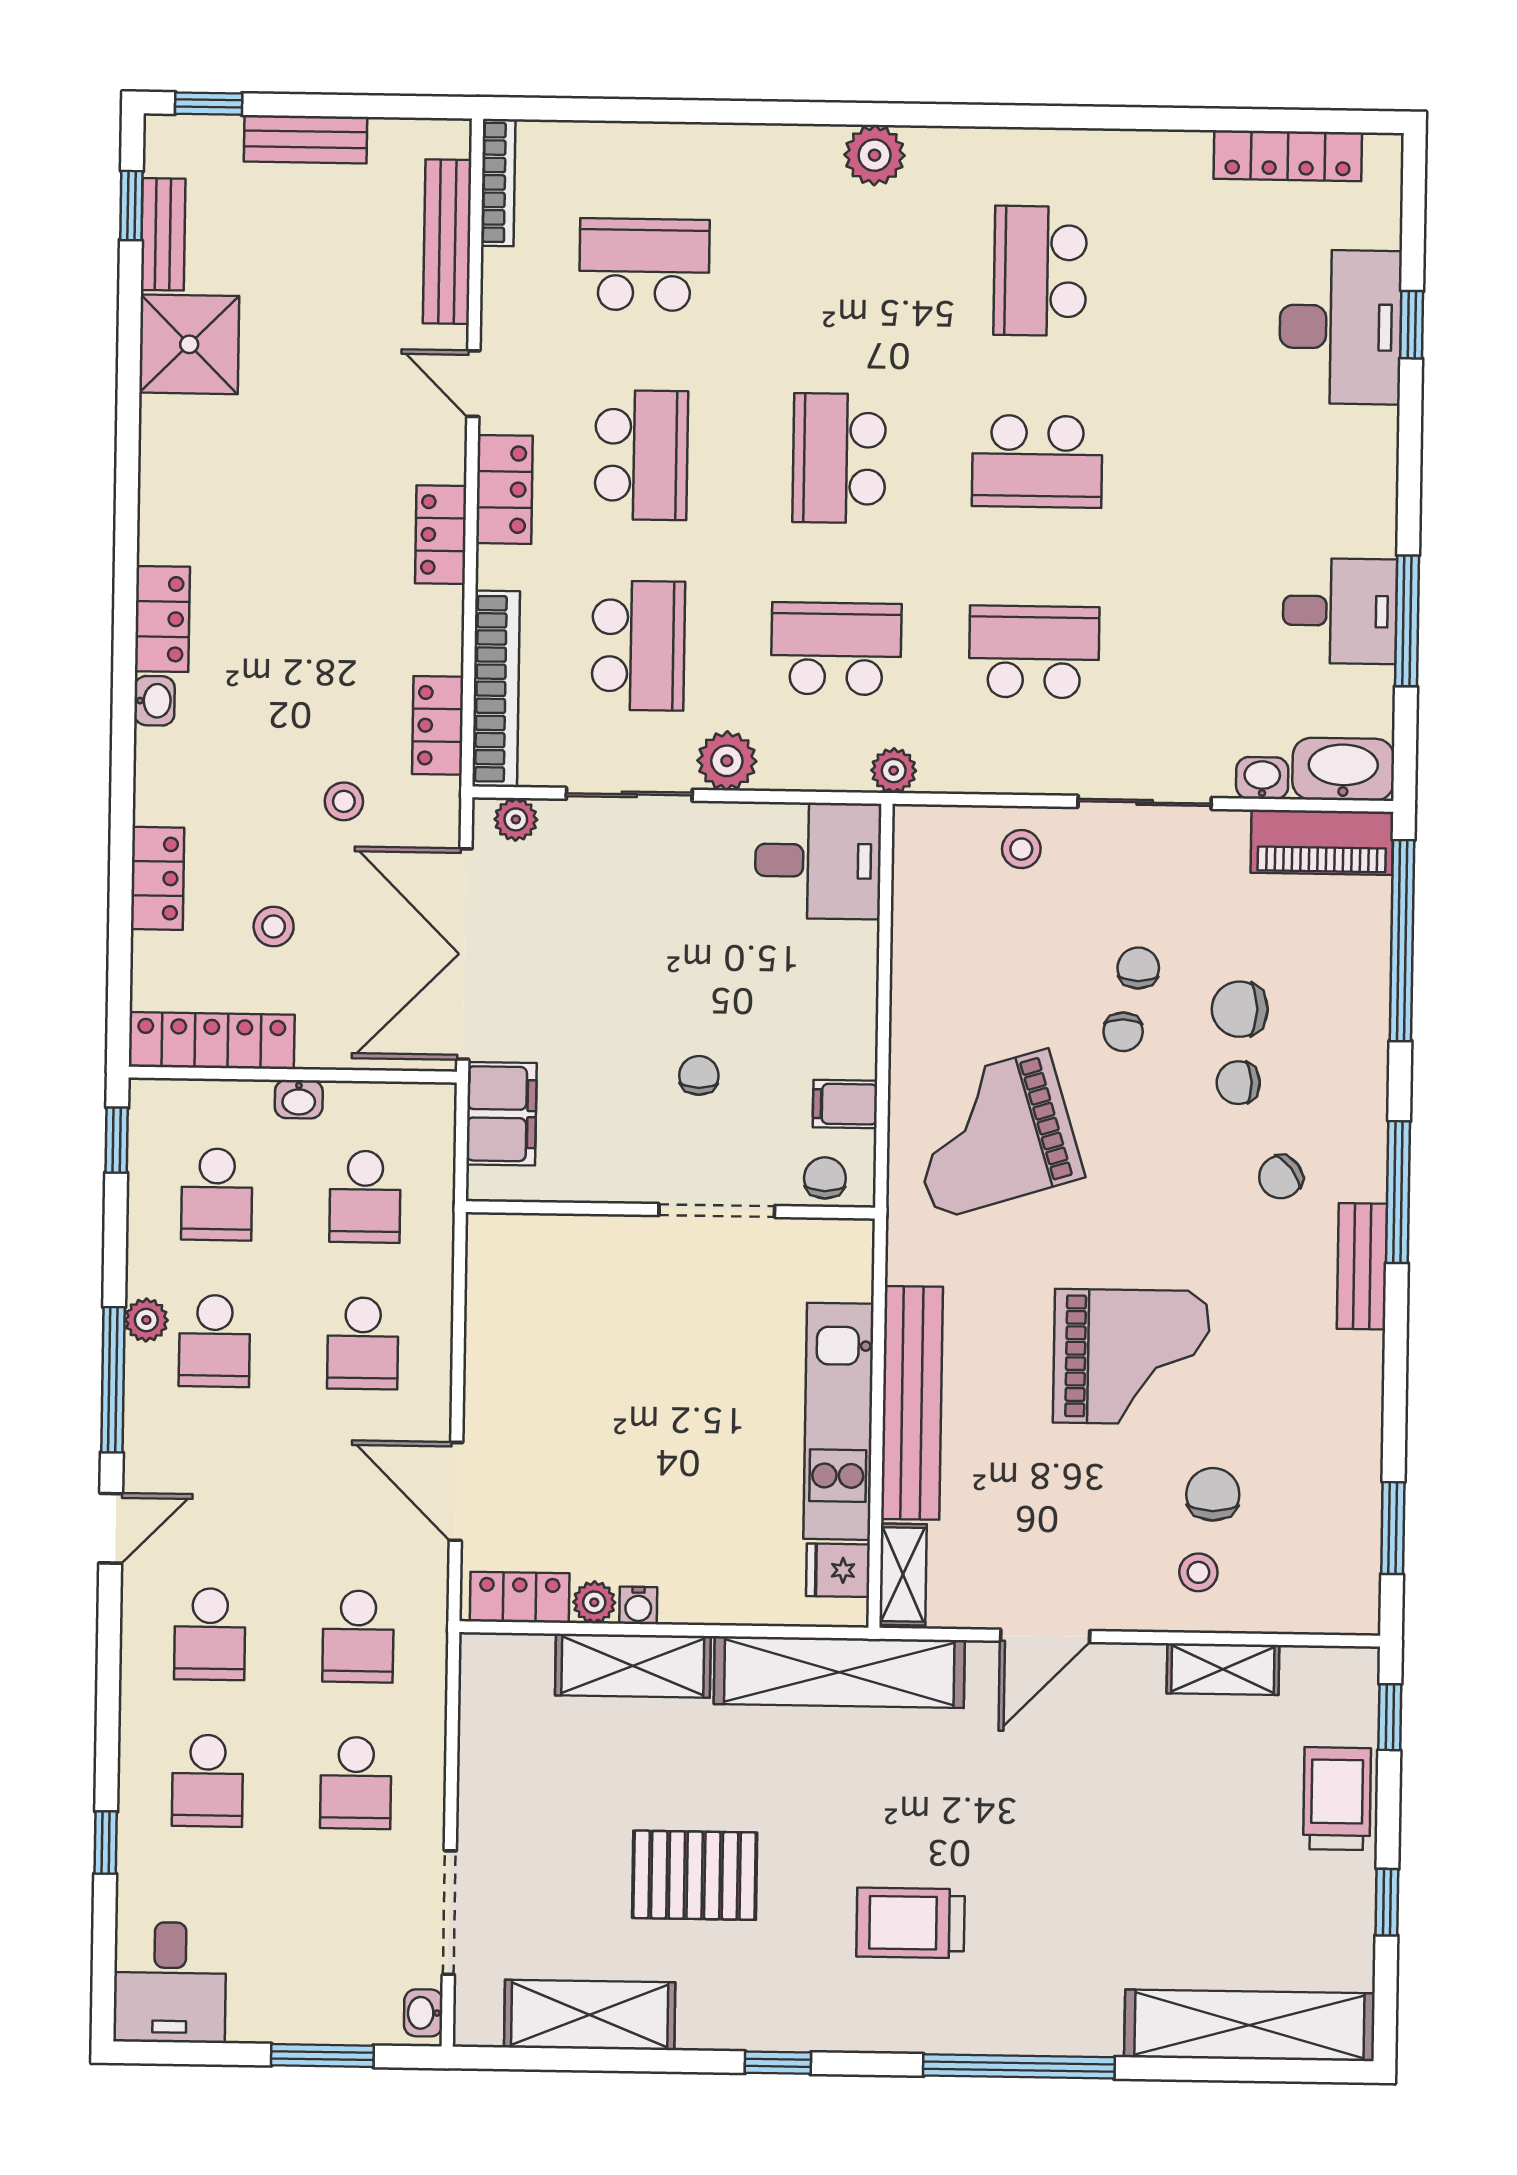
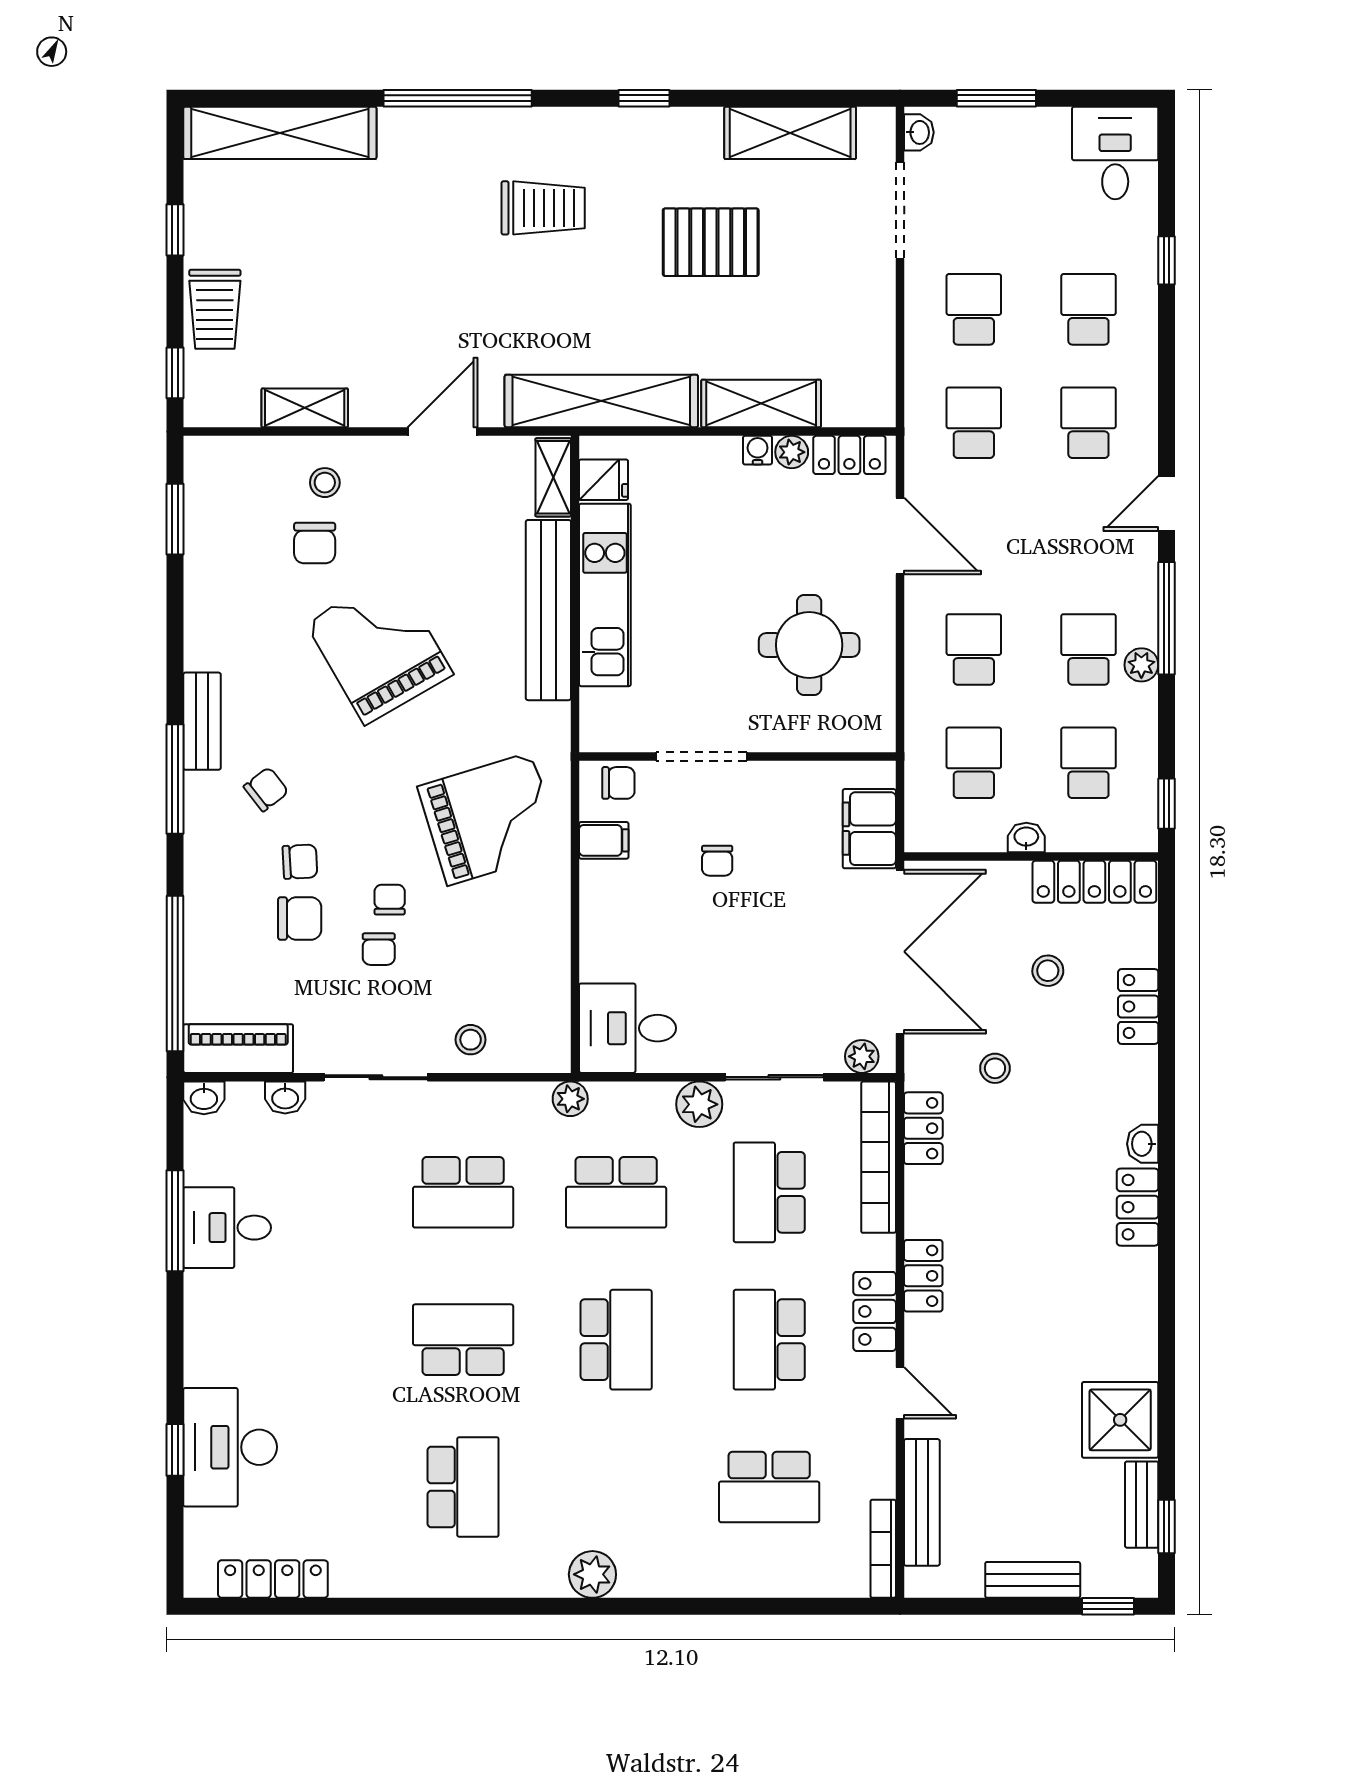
washbasin: (1343, 769) -> (204, 1098), width x0.52, depth x0.69
chair: (825, 1178) -> (618, 783), turned -90
round table: (576, 1352) -> (809, 645), added
grand piano: (1131, 1357) -> (379, 648), turned 60

